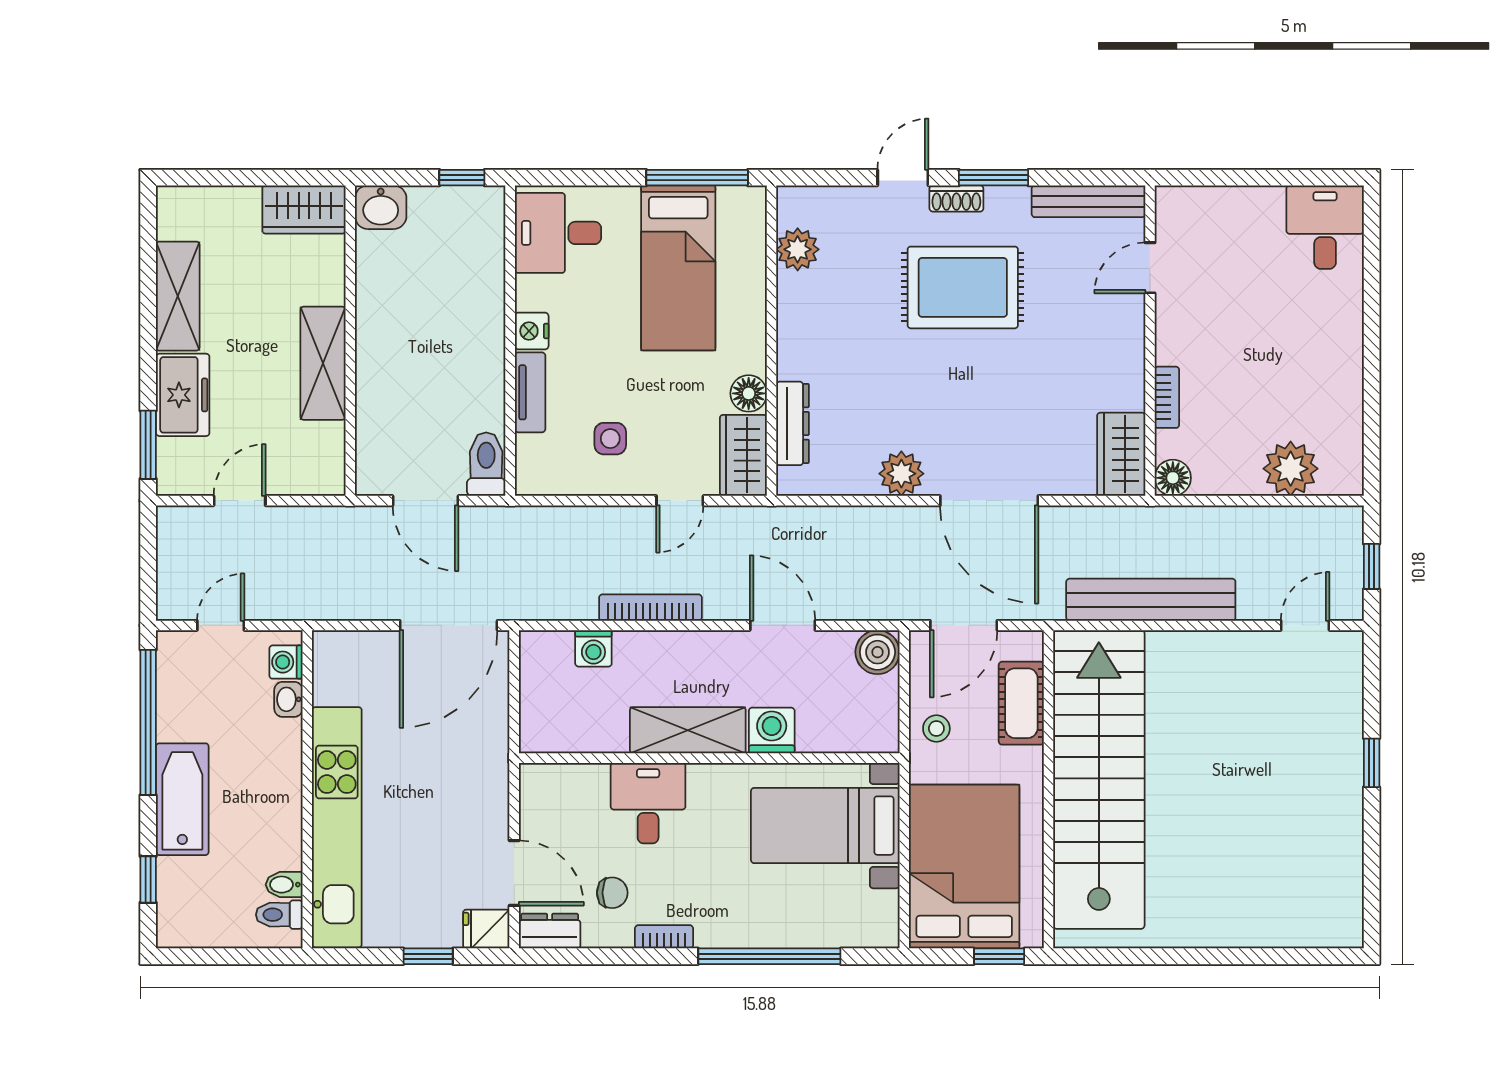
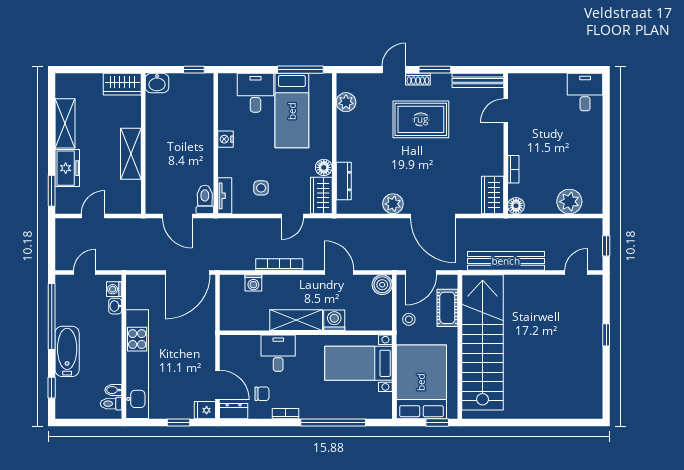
desk: (558, 233) -> (255, 93), moved, turned 90
tv unit: (530, 392) -> (225, 196), moved

